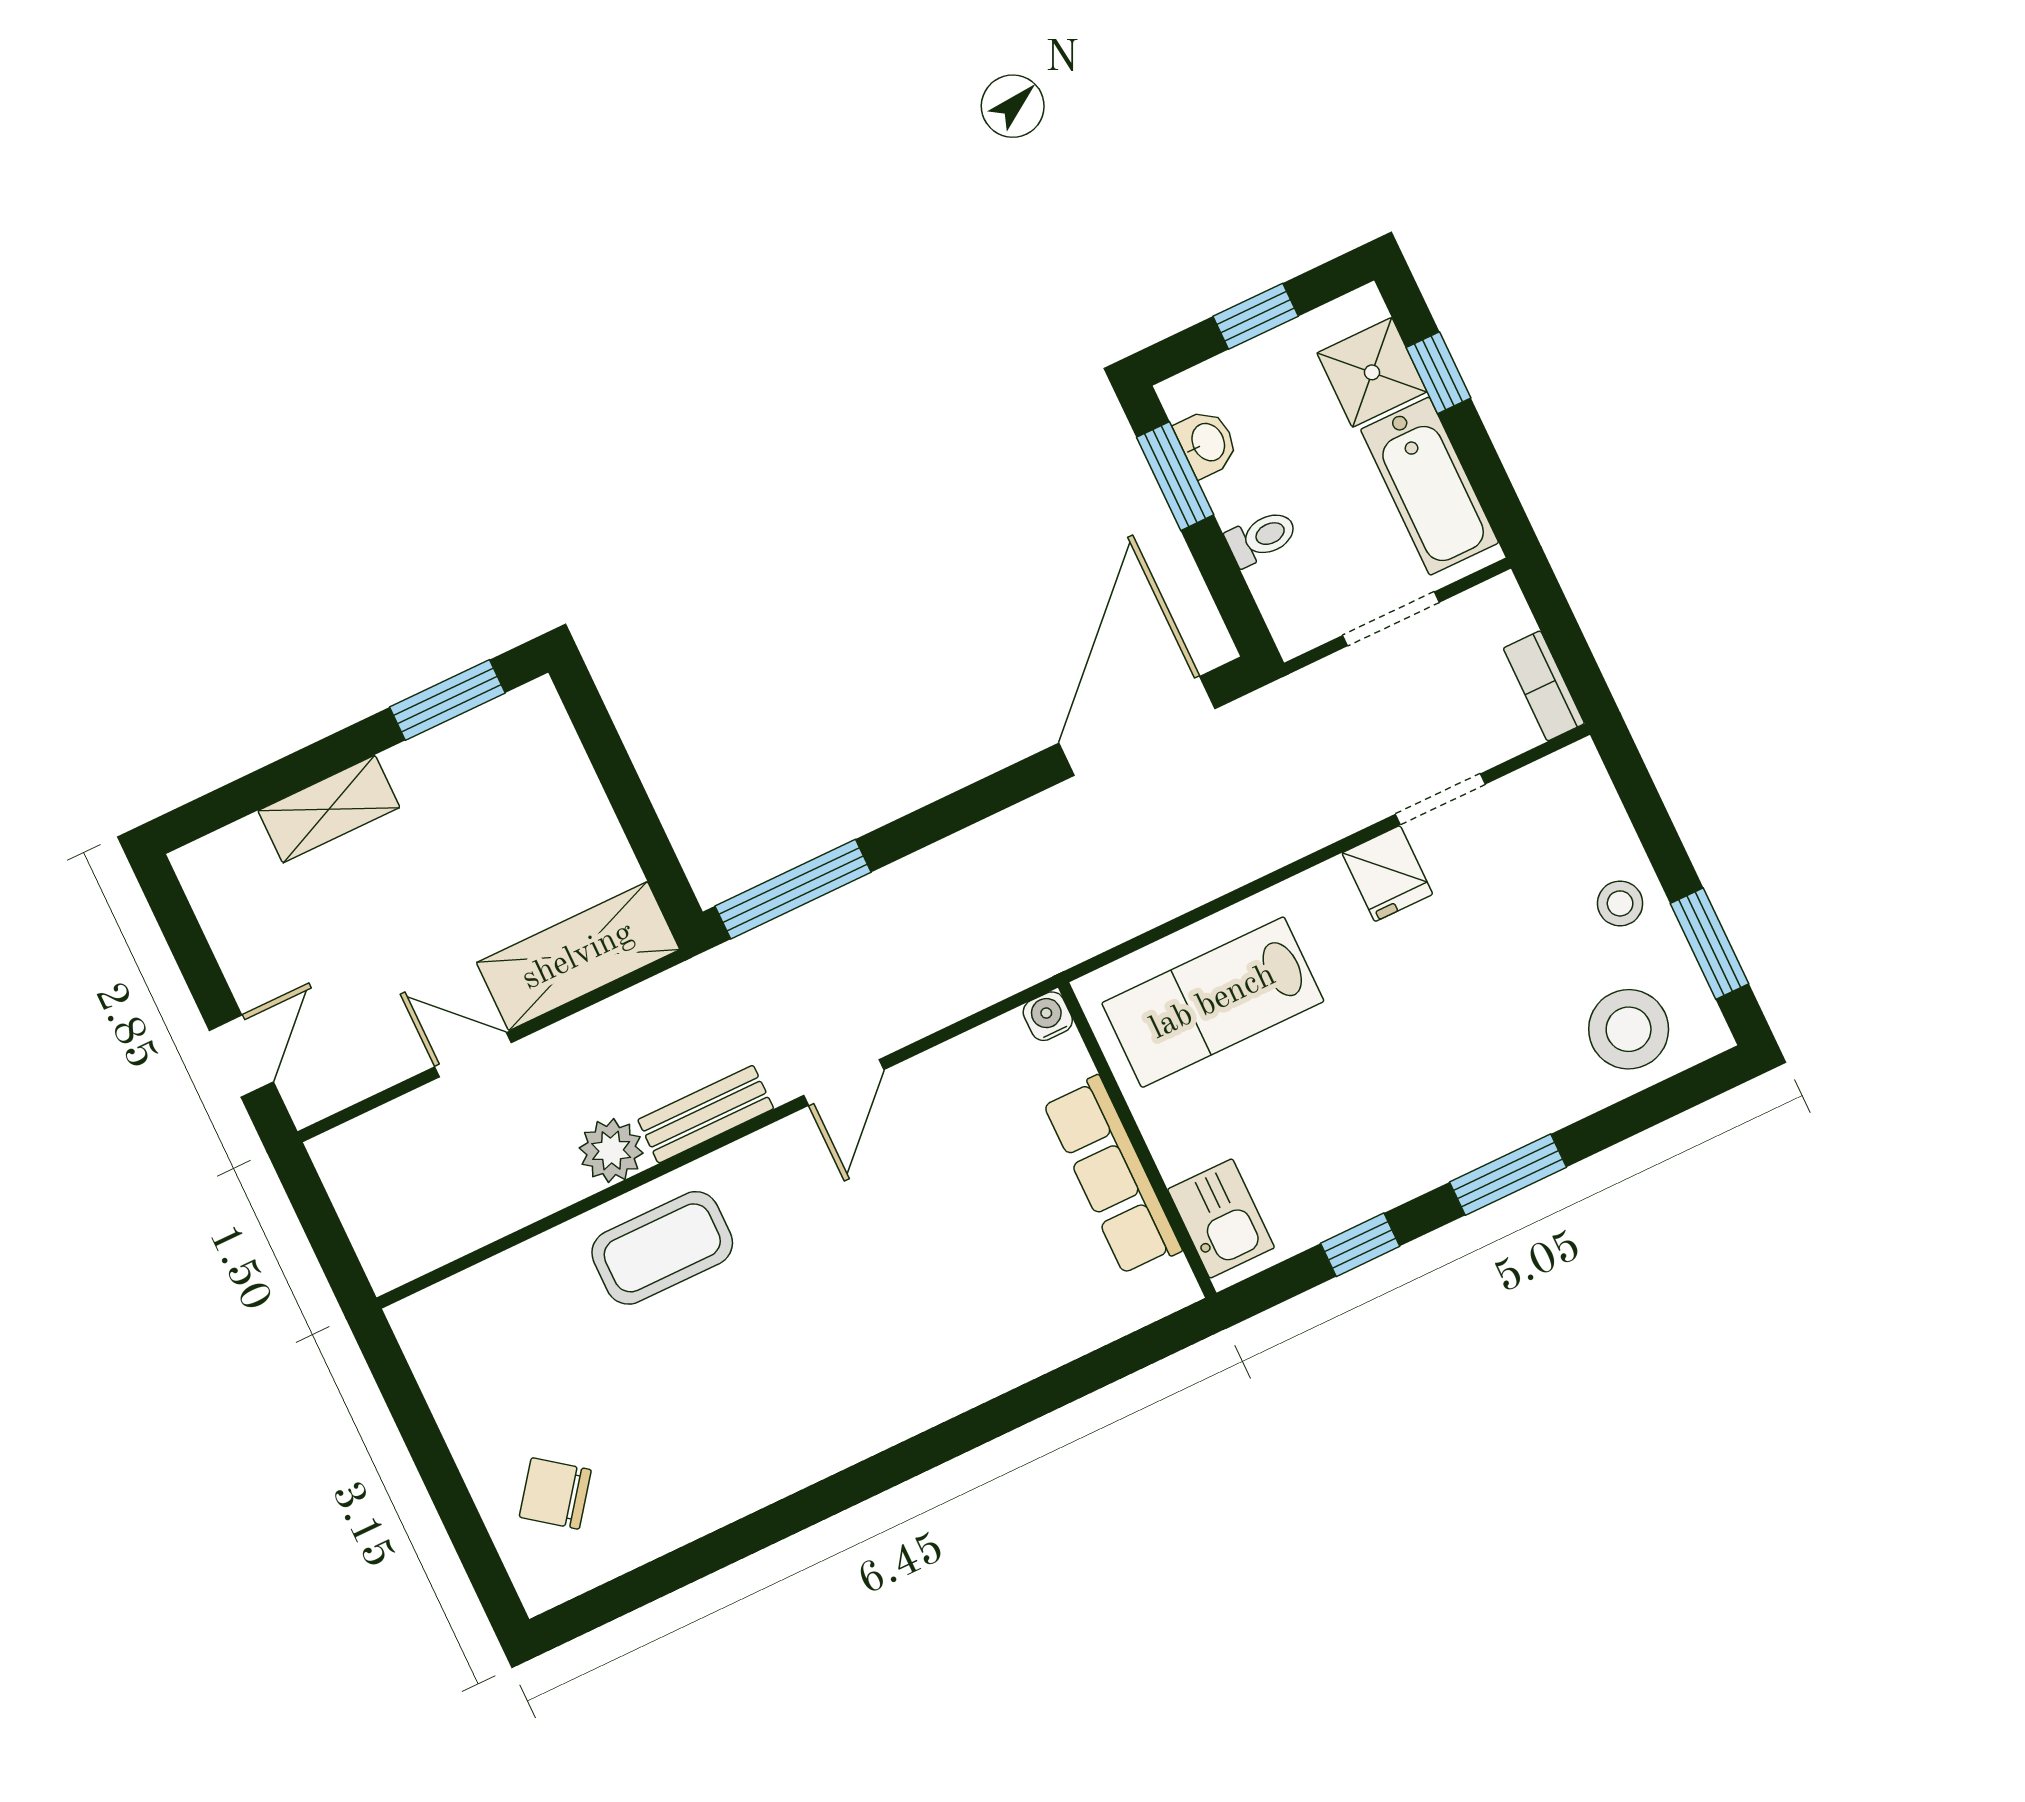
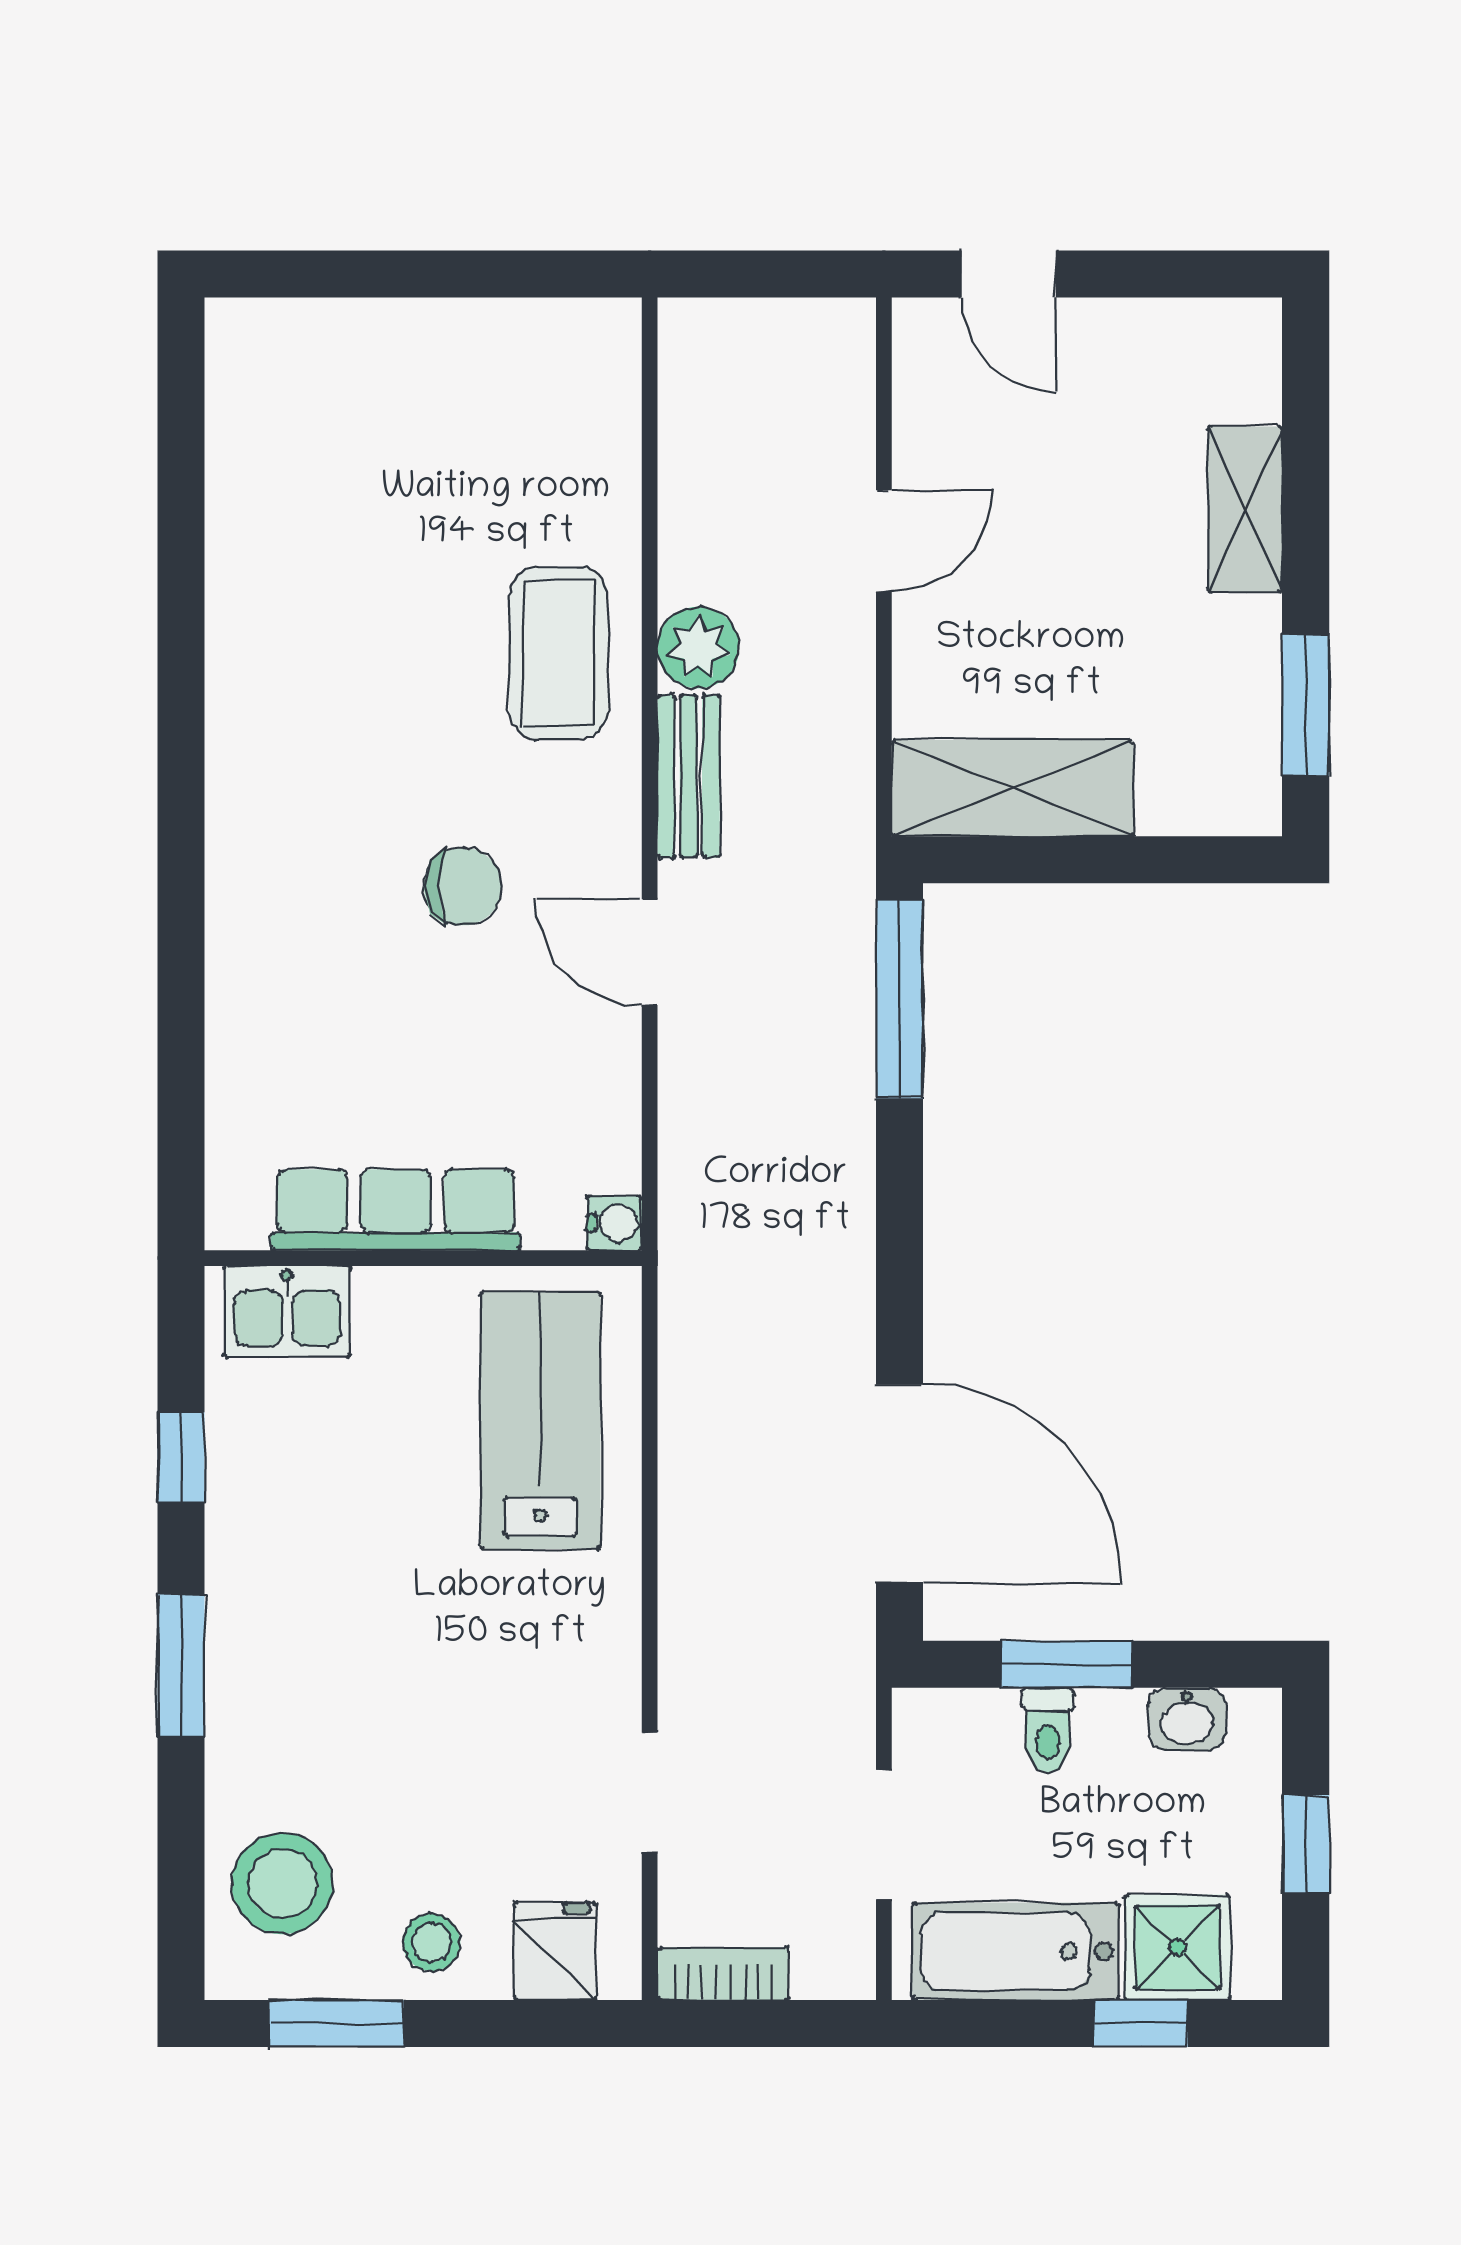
window: (1175, 476) -> (1067, 1664), moved
fridge: (1387, 874) -> (555, 1951), moved, turned 90
shelving: (578, 956) -> (1012, 788), moved, turned 90
chair: (555, 1493) -> (463, 887), moved, turned 53

